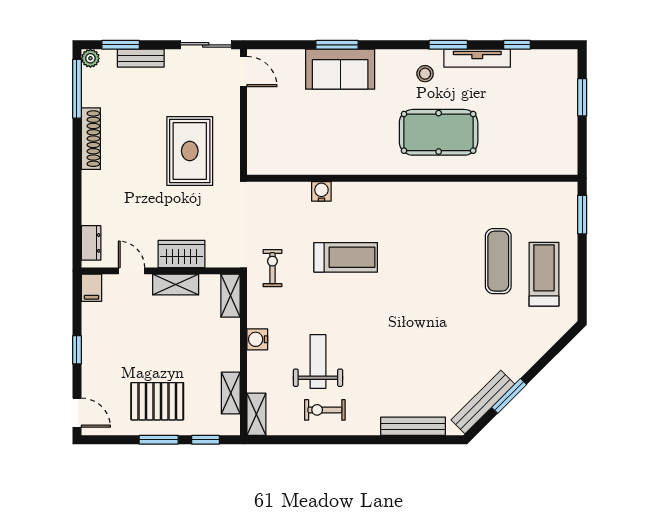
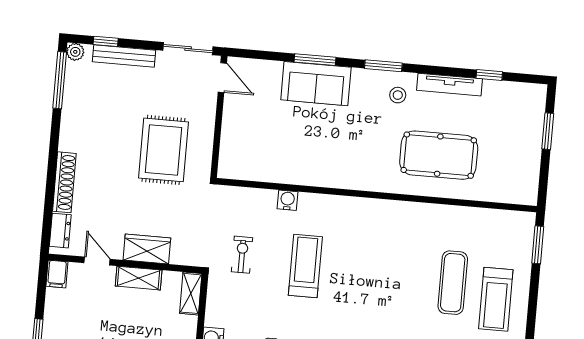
window: (121, 45) -> (106, 41), width x0.67
window: (448, 45) -> (383, 66), moved
bench: (141, 58) -> (124, 56), width x1.36
pool table: (439, 132) -> (439, 155), moved
shoe rack: (91, 139) -> (64, 182), moved
treadmill: (346, 257) -> (305, 266), turned -90
exercise bike: (272, 268) -> (242, 255), moved
treadmill: (544, 274) -> (496, 299), turned 180

